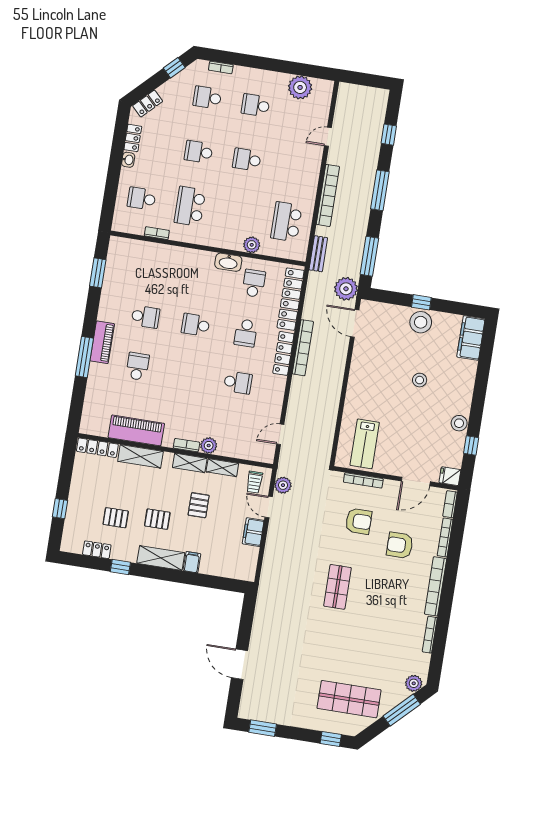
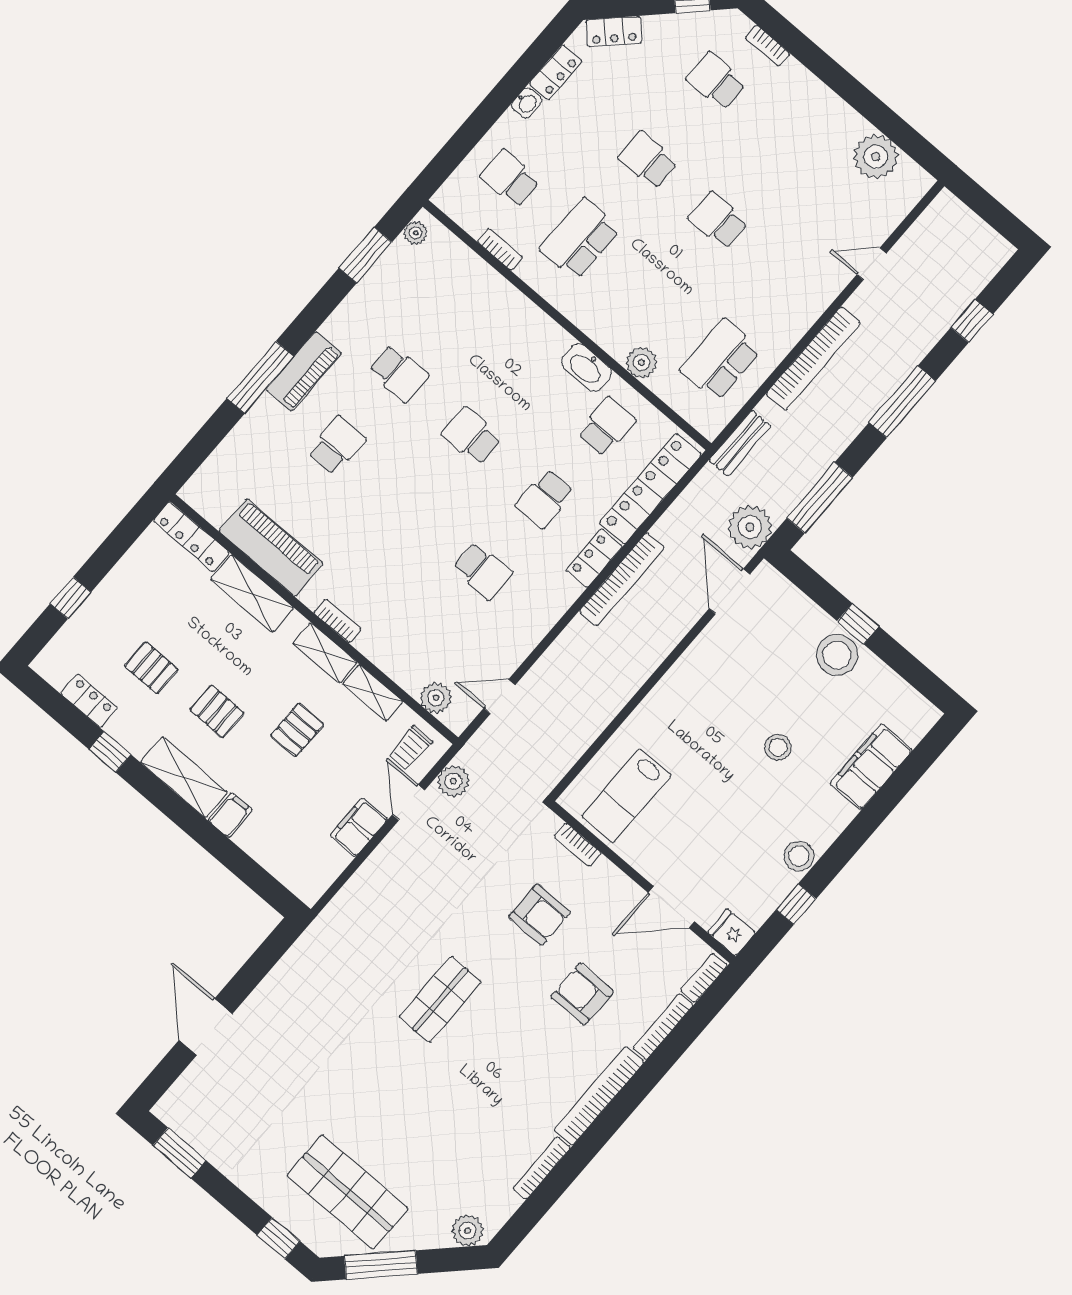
school desk: (256, 105) -> (786, 141), removed
plant: (114, 249) -> (415, 233), added
filing cabinet: (471, 338) -> (871, 767), moved
locker: (283, 353) -> (594, 558), width x0.66
plant: (209, 446) -> (436, 698), moved
bookcase: (363, 480) -> (578, 845), width x0.64
window: (402, 710) -> (381, 1265), moved

